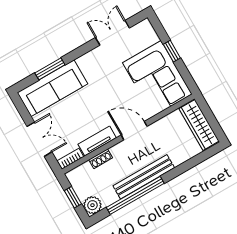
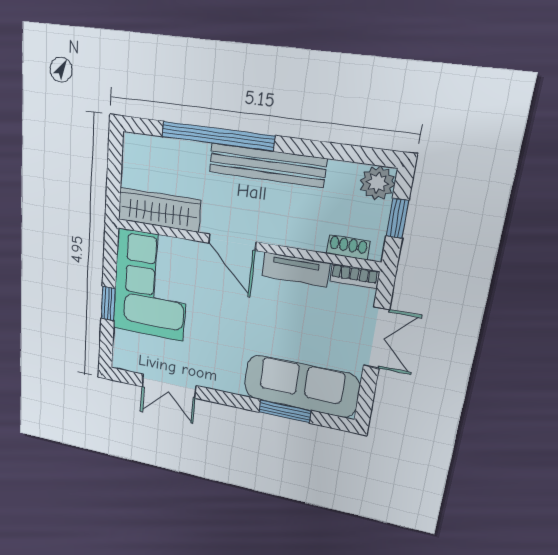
wardrobe: (199, 125) -> (159, 210), moved, turned -90
double door: (39, 139) -> (376, 338), swing flipped
shoe rack: (101, 159) -> (348, 247), moved
window: (135, 195) -> (218, 136), moved

